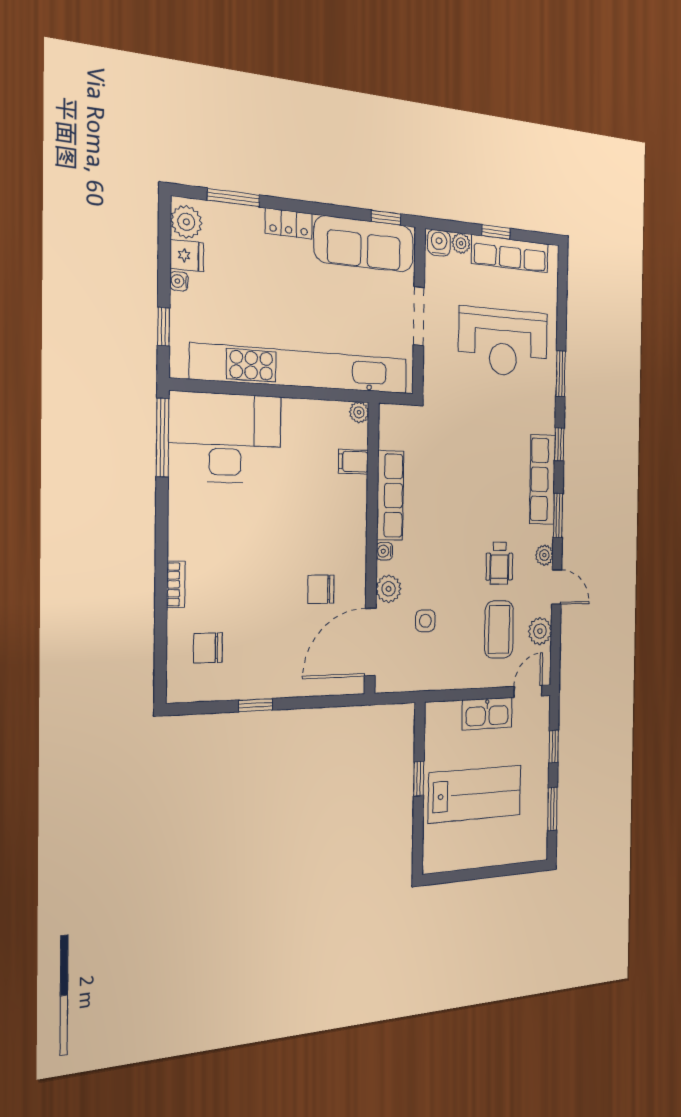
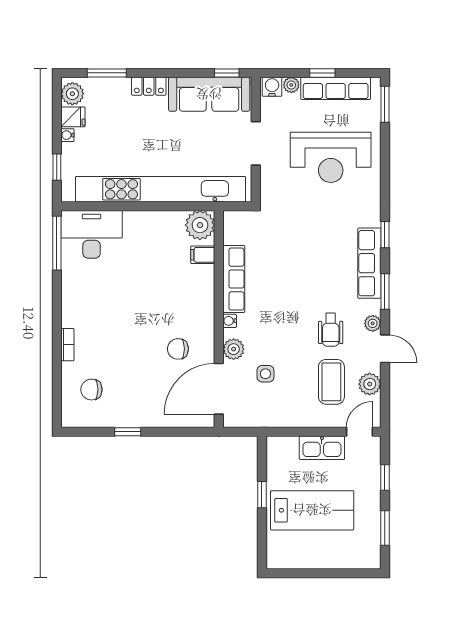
window: (561, 374) -> (385, 104), moved
plant: (359, 412) -> (200, 225), width x1.87, depth x1.87
desk: (225, 438) -> (92, 234), width x0.73, depth x0.77

